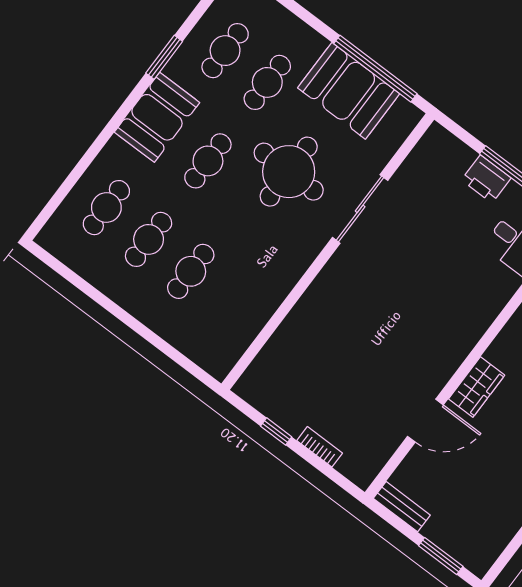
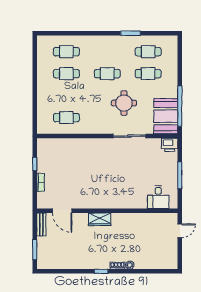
booth: (349, 91) -> (166, 116), moved
booth: (157, 117) -> (109, 46), removed
round table: (289, 172) -> (124, 103), width x0.73, depth x0.73
printer: (486, 179) -> (170, 145), moved, turned -90
cafe table: (191, 271) -> (66, 118), moved
door: (425, 421) -> (62, 211), moved

